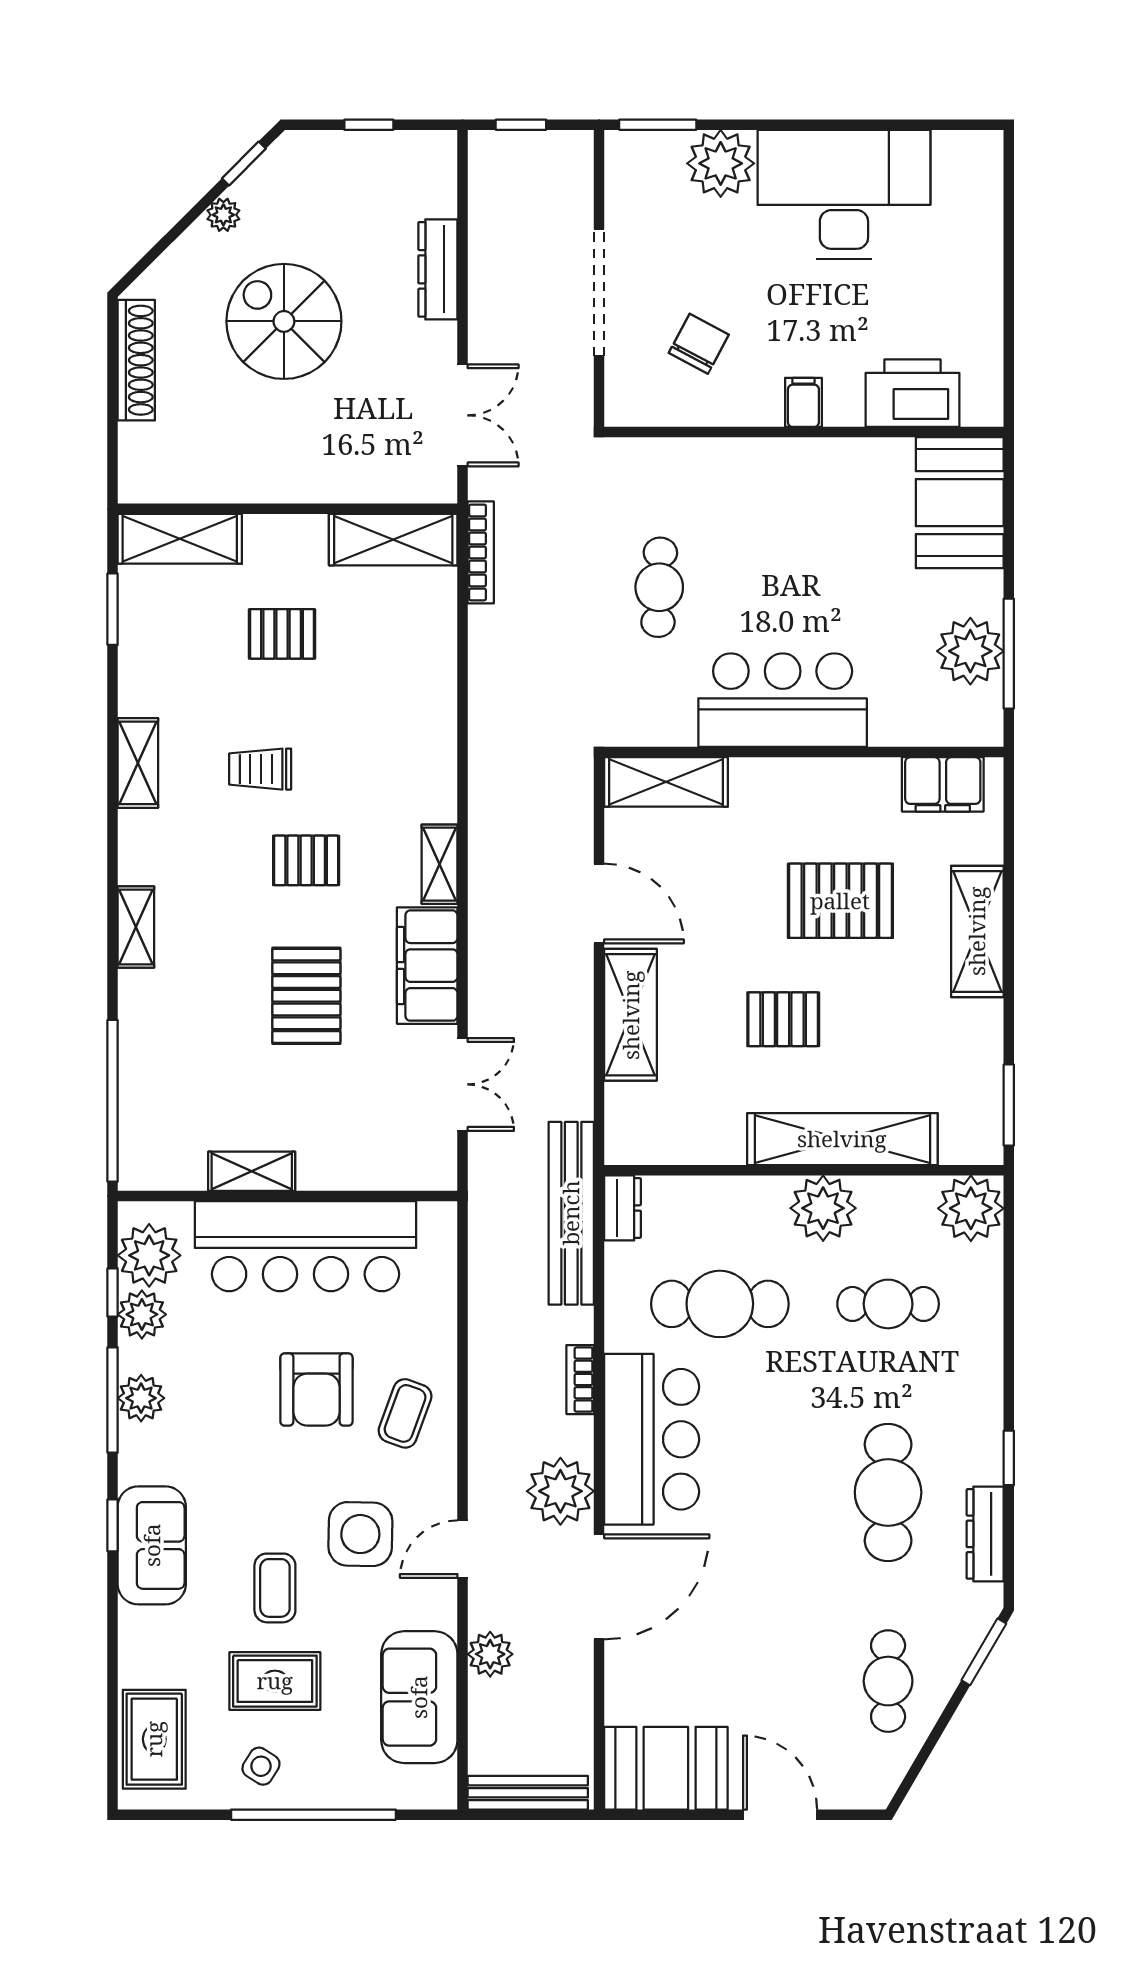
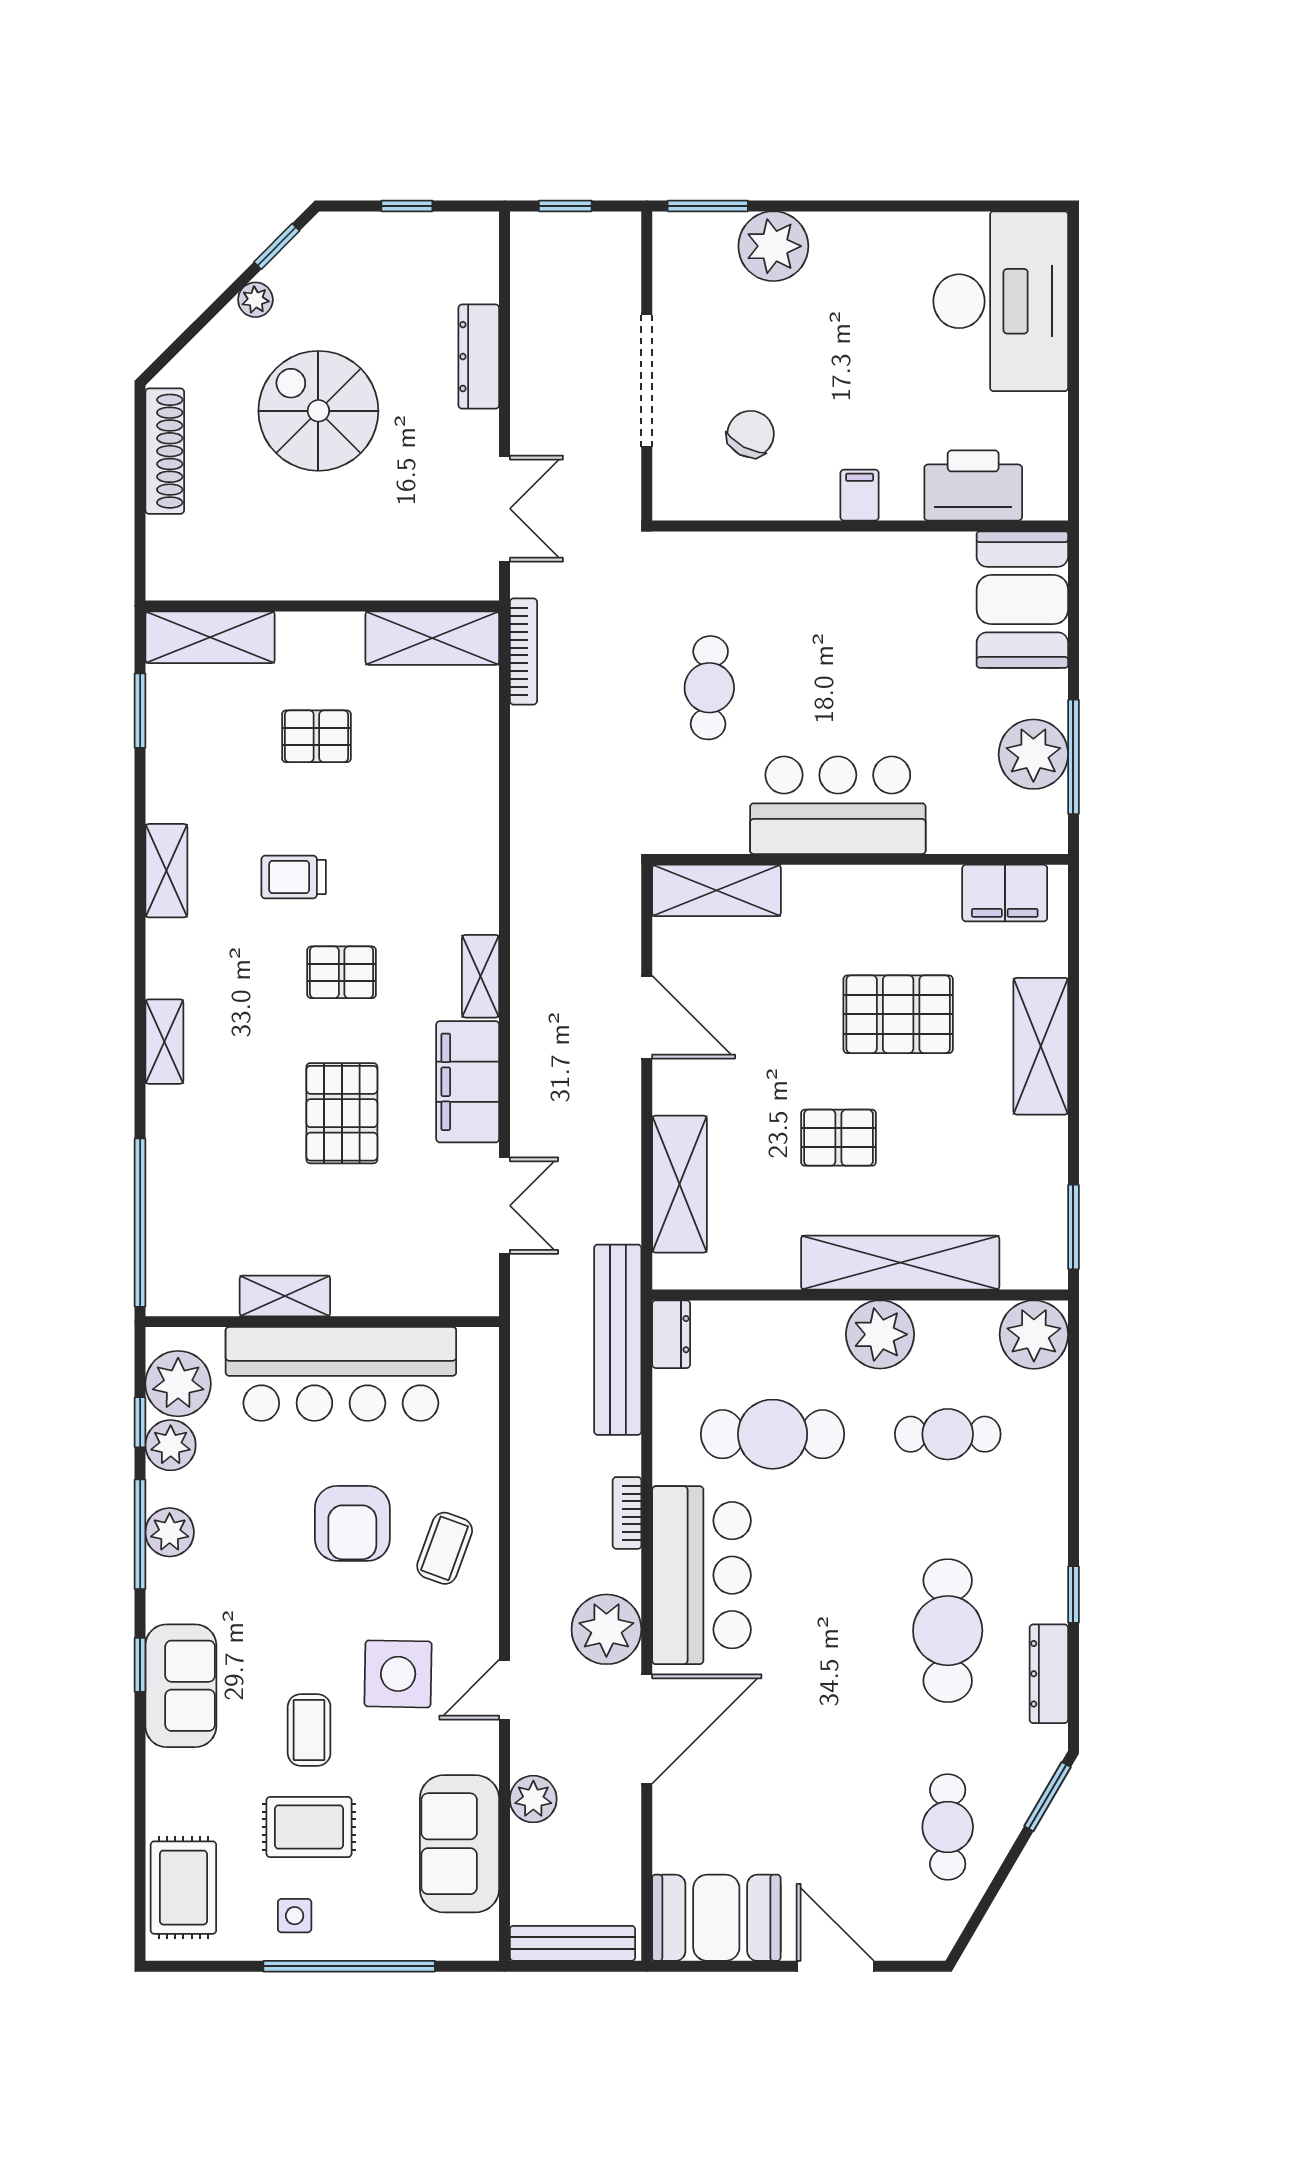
desk: (844, 195) -> (1001, 301), moved, turned 90
shelving: (631, 1015) -> (679, 1184), moved
side table: (261, 1766) -> (295, 1916), turned -32

